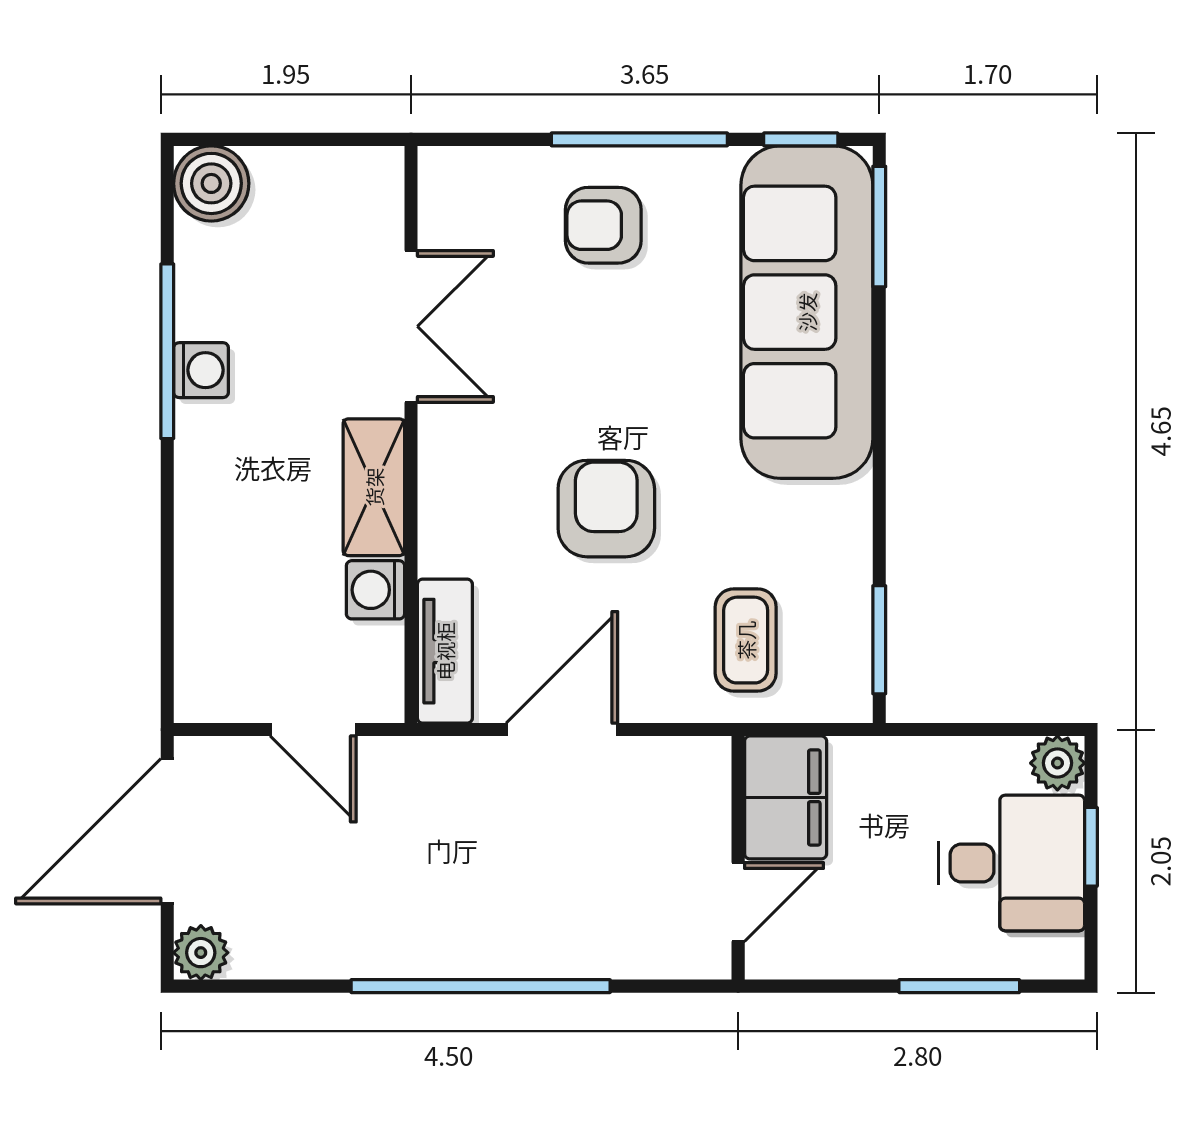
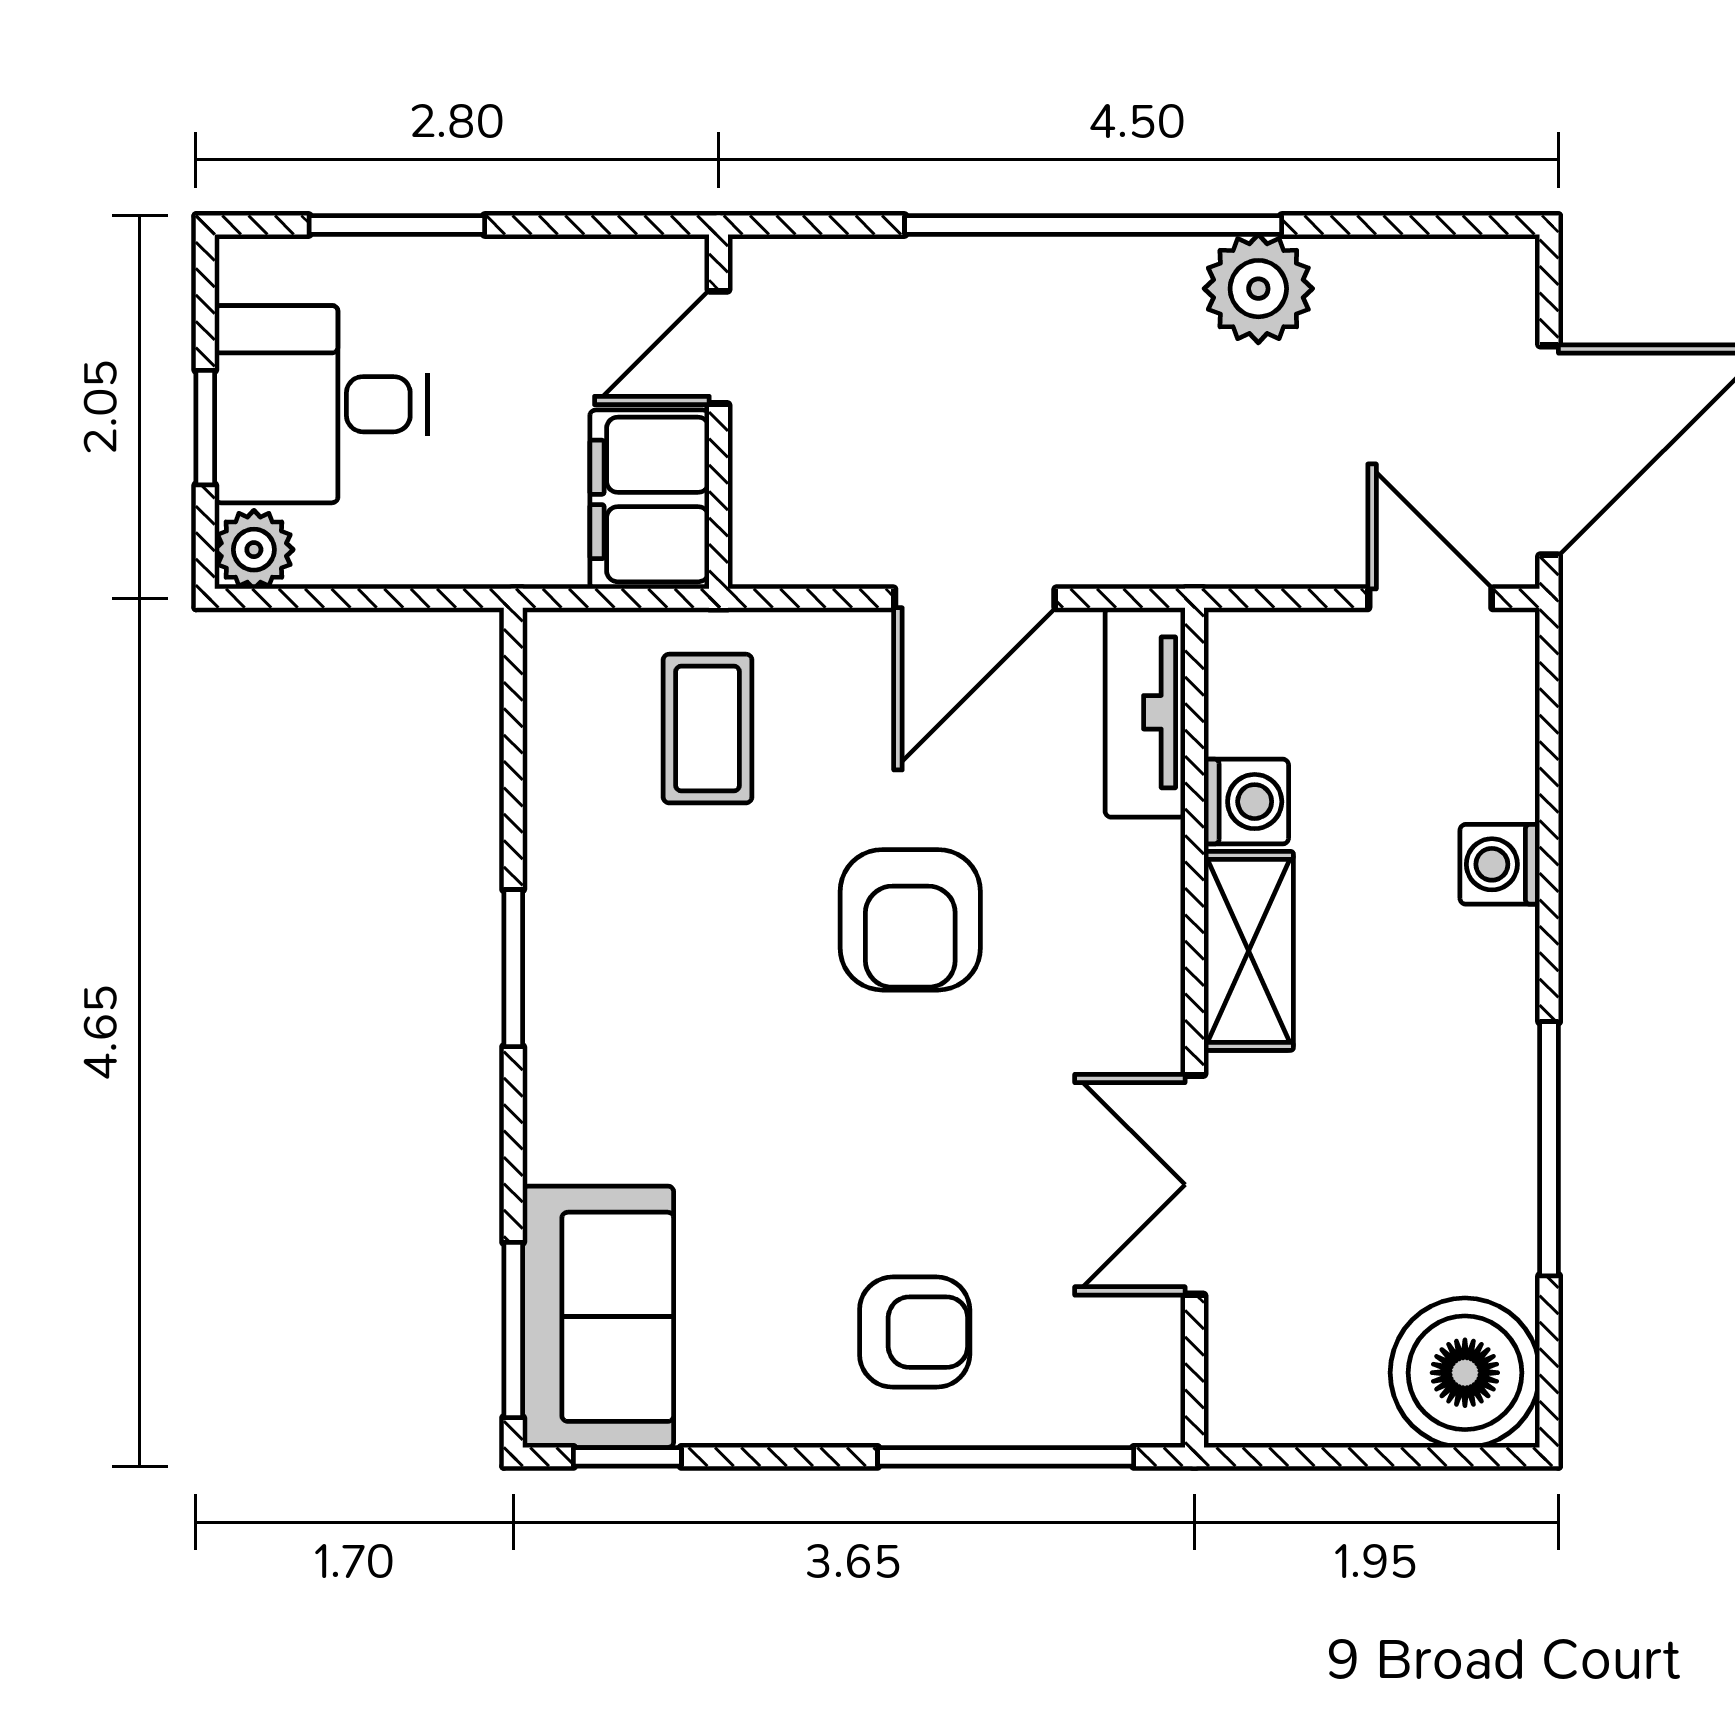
window: (639, 139) -> (1006, 1457), moved
boiler: (211, 183) -> (1465, 1373), width x1.37, depth x1.37
sofa: (807, 312) -> (598, 1317), width x0.54, depth x0.79
washing machine: (201, 370) -> (1500, 864), moved
window: (879, 640) -> (513, 968), moved
door: (313, 730) -> (1430, 598), moved
plant: (201, 953) -> (1258, 289), moved, width x1.38, depth x1.38

